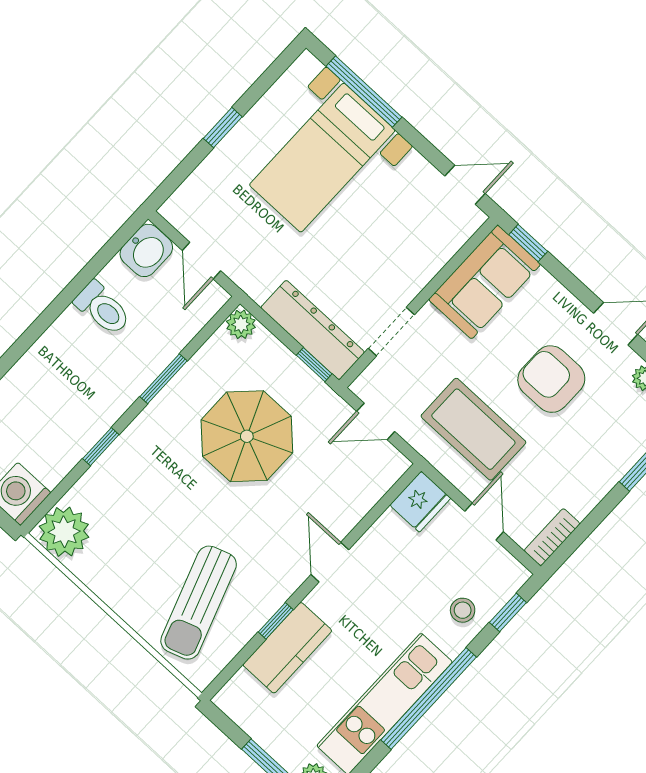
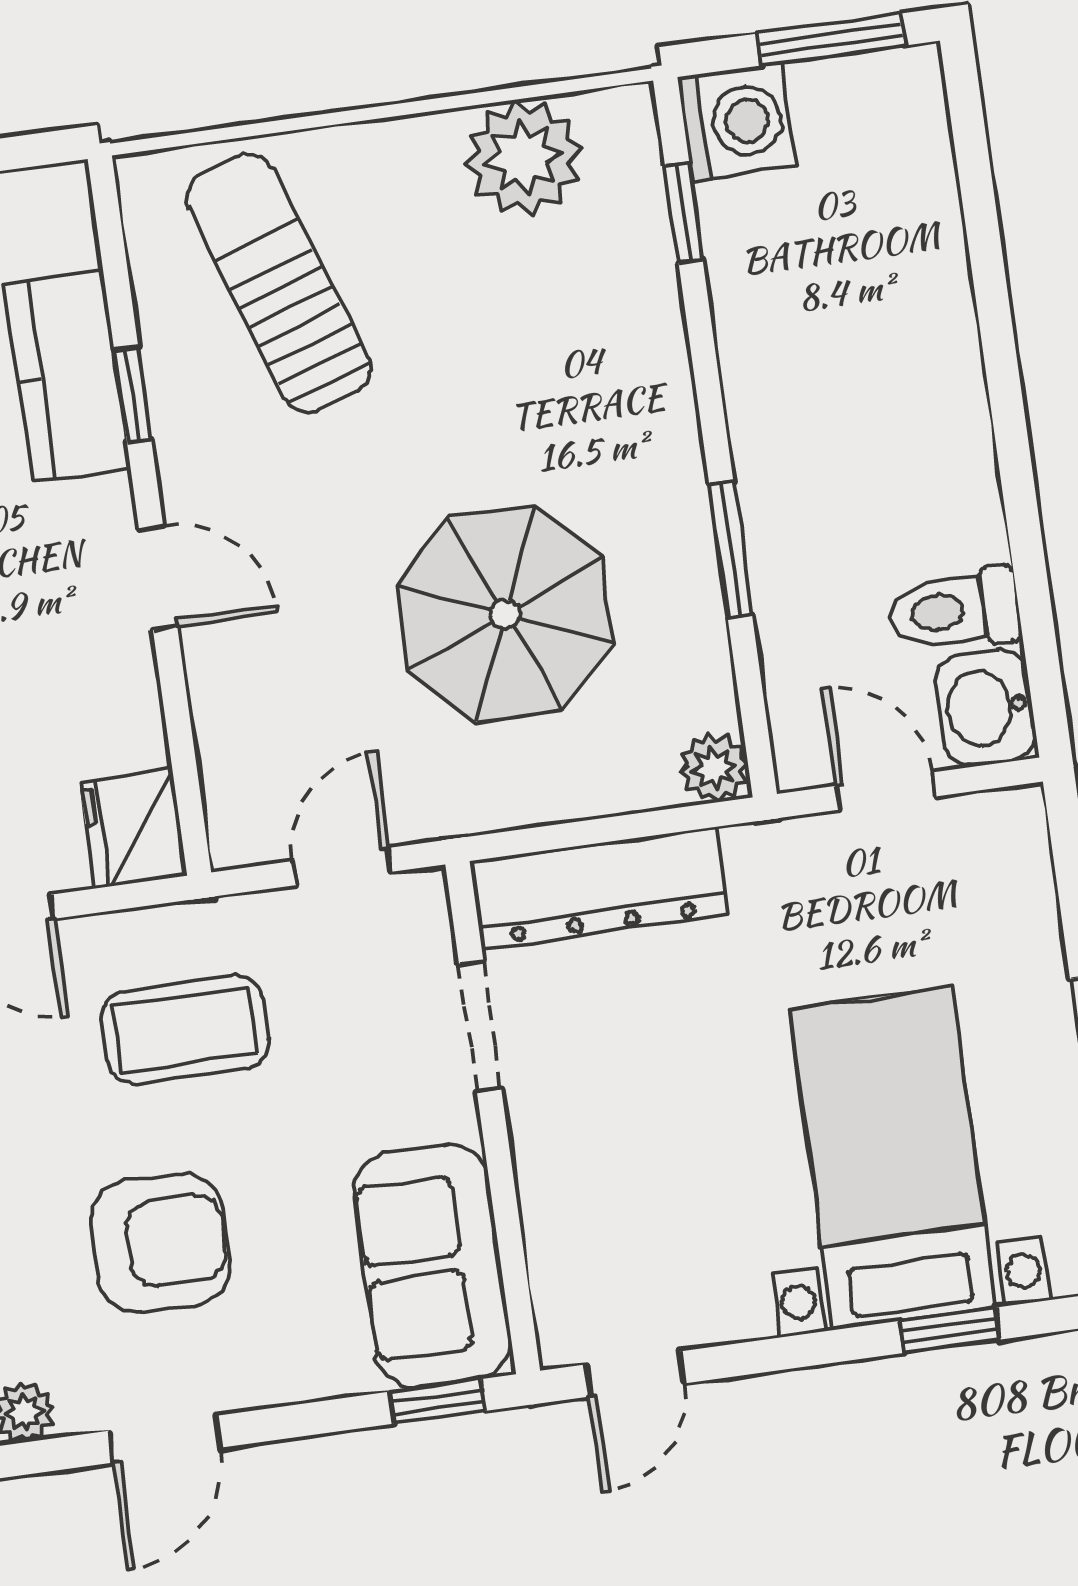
window: (364, 92) -> (950, 1330), width x0.46
toilet: (103, 308) -> (955, 610), moved
window: (314, 365) -> (535, 840), removed
coffee table: (473, 429) -> (185, 1030), width x0.73, depth x0.76
window: (101, 447) -> (684, 212), moved
plant: (64, 532) -> (524, 158), moved

